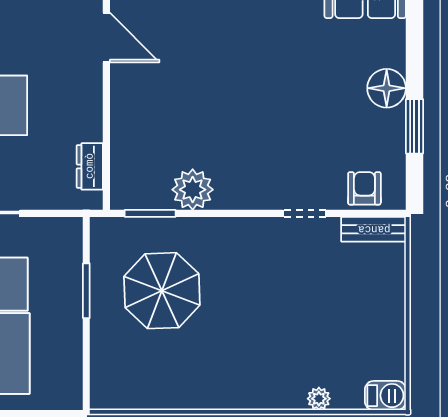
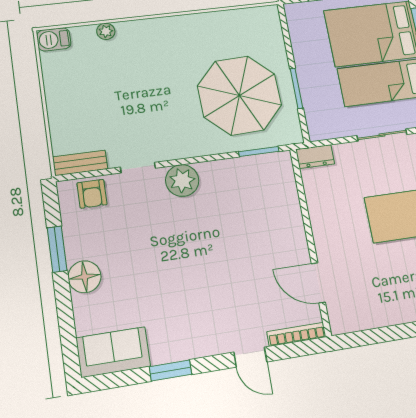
dresser: (90, 166) -> (315, 157), moved, turned 90
plant: (193, 190) -> (182, 180), moved
parasol: (162, 291) -> (239, 95), width x1.36, depth x1.36

